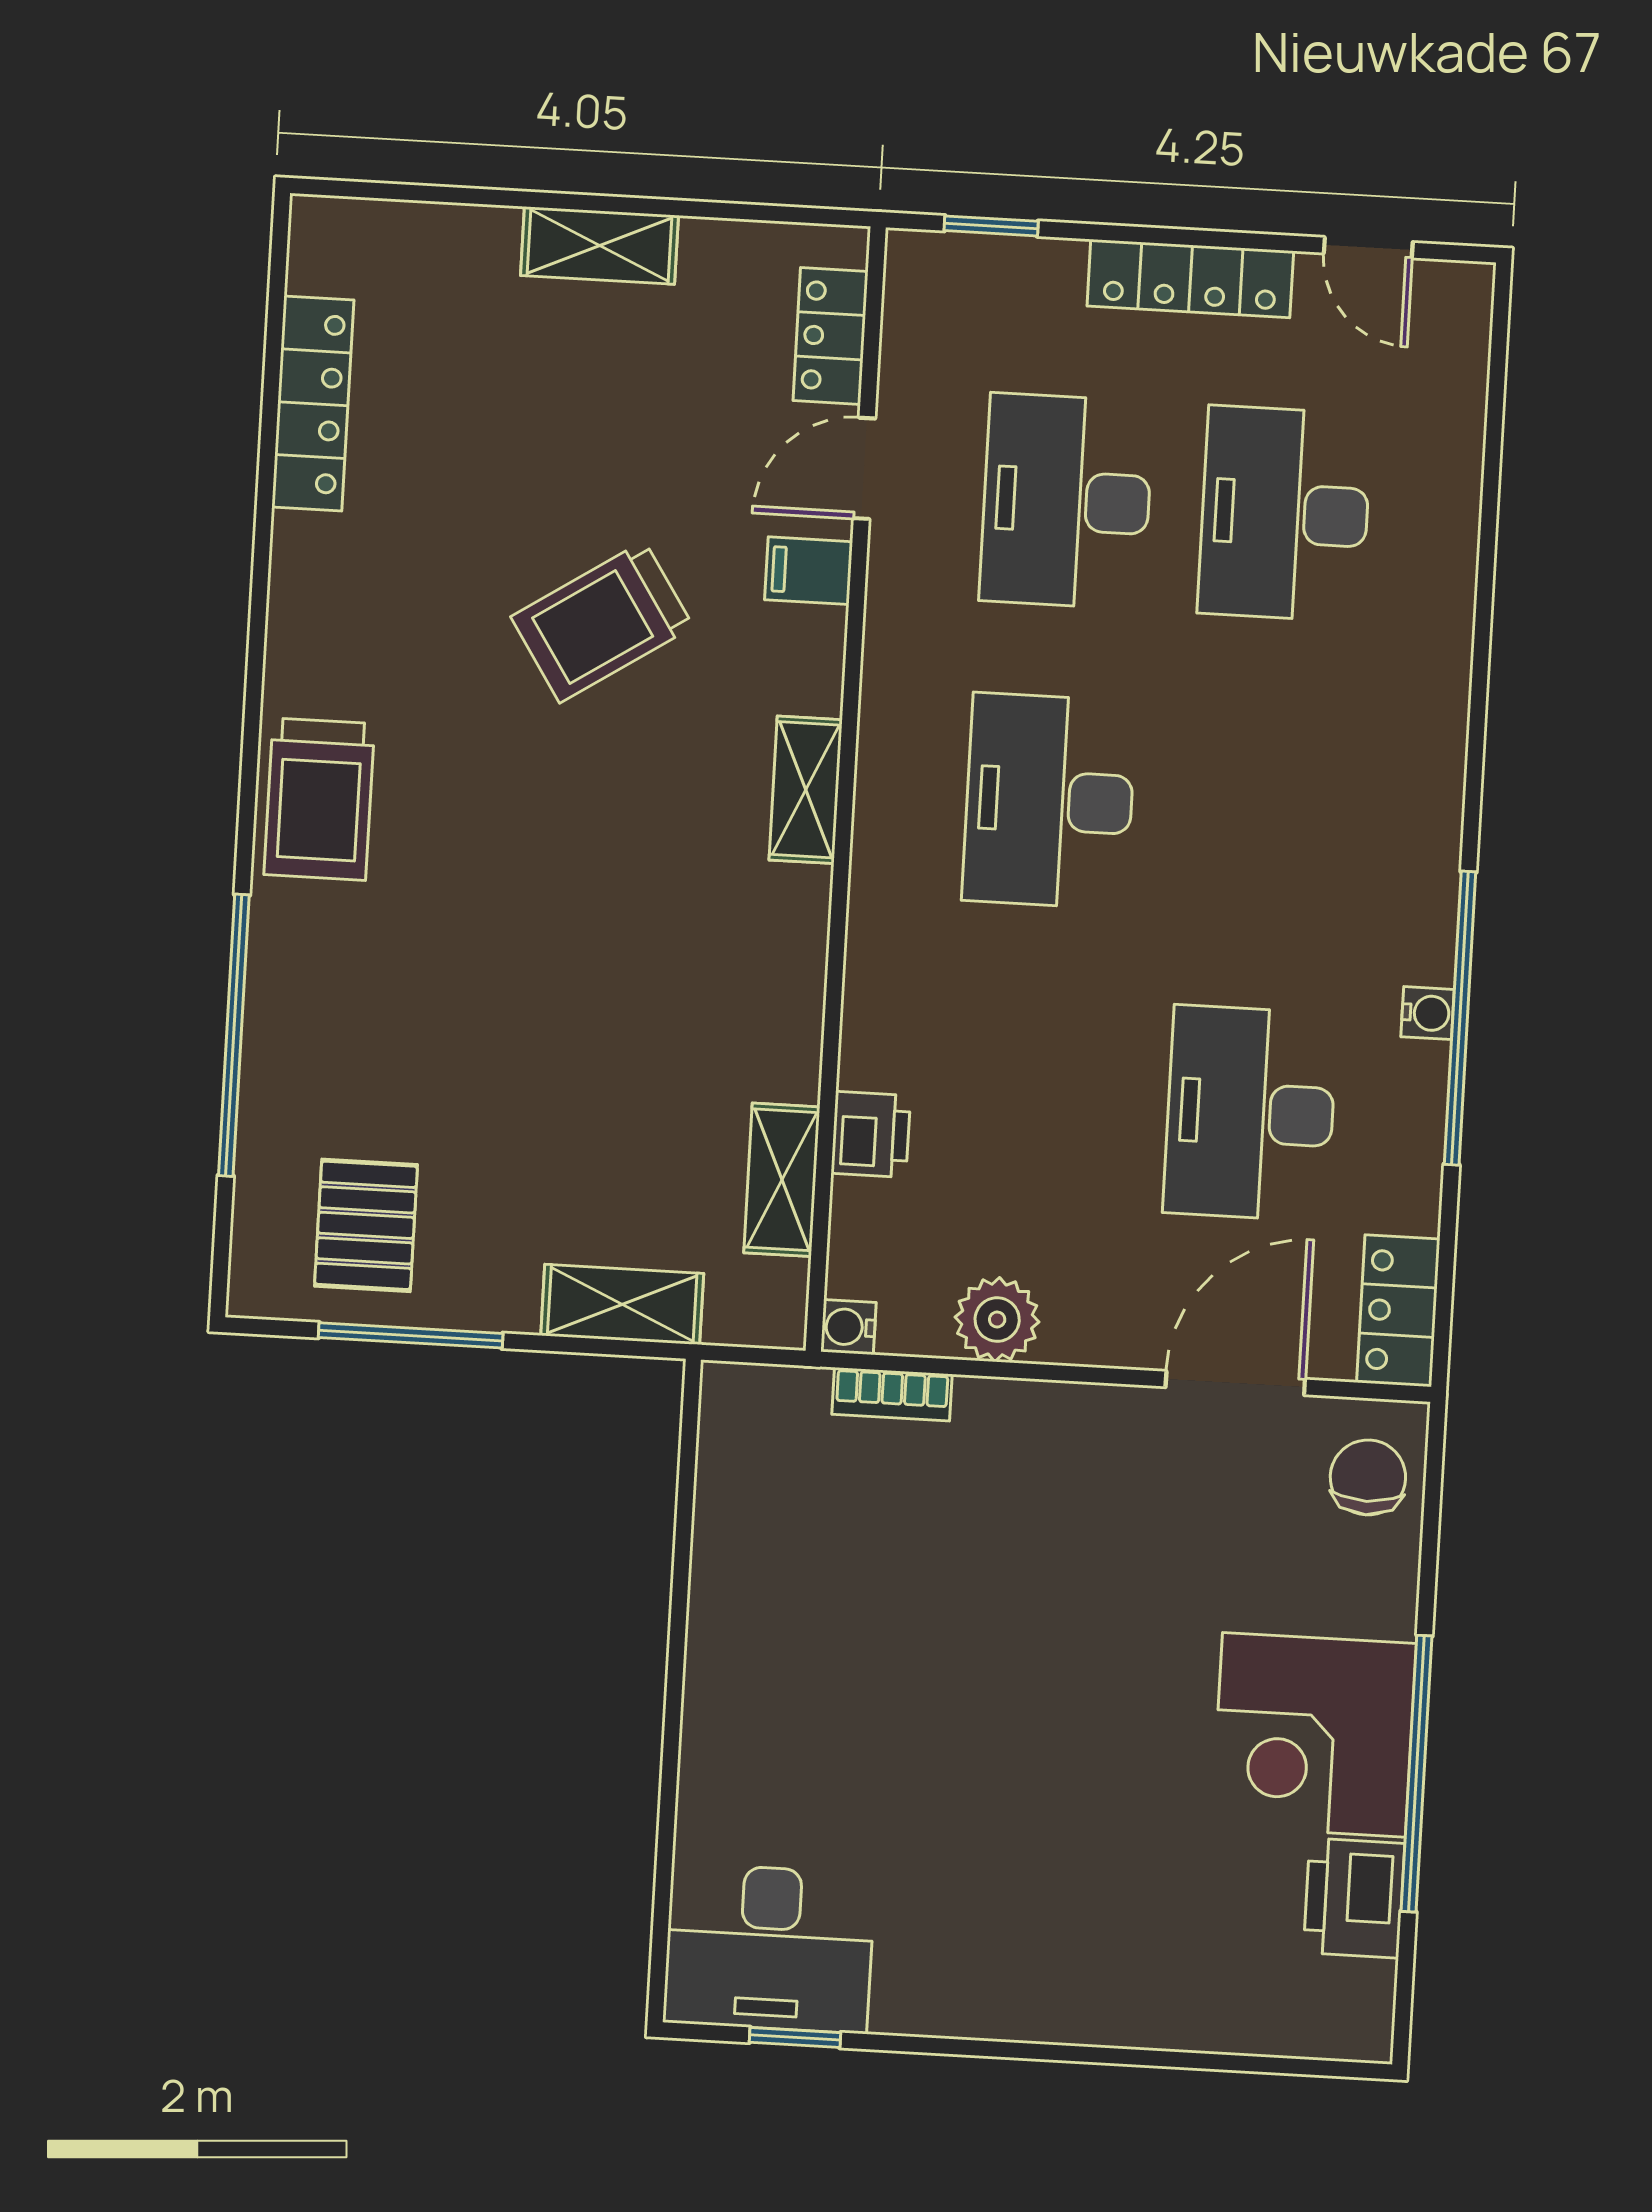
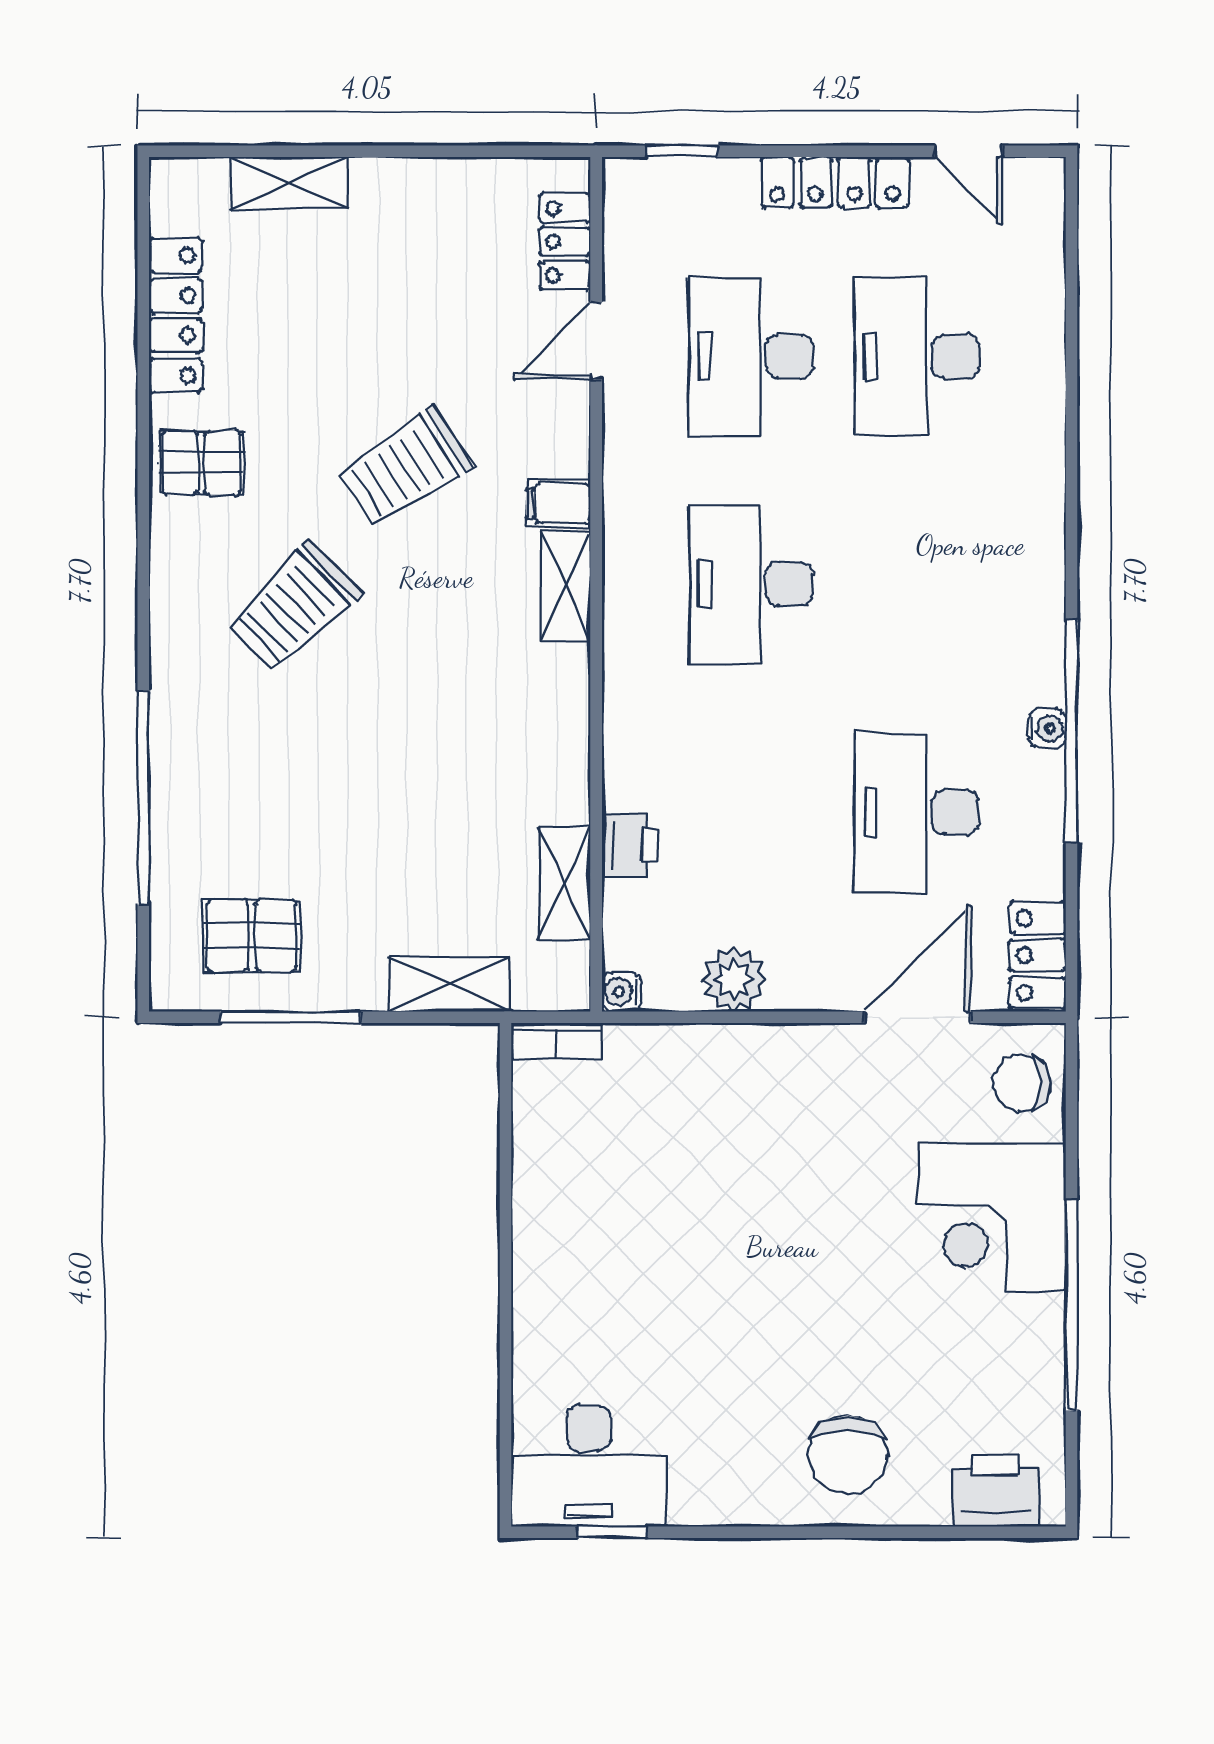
shelving: (600, 245) -> (289, 183), moved
filing cabinet: (809, 571) -> (558, 503), moved
pallet: (336, 599) -> (201, 463), added
trolley: (319, 799) -> (293, 607), moved, turned 46
pallet: (366, 1225) -> (252, 936), turned 90
bookcase: (892, 1394) -> (556, 1041), moved
chair: (1368, 1477) -> (1022, 1083), turned -90
corner desk: (1314, 1735) -> (992, 1218), moved
printer: (1354, 1898) -> (996, 1491), moved, turned 90
chair: (1111, 1953) -> (848, 1455), added

